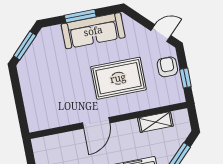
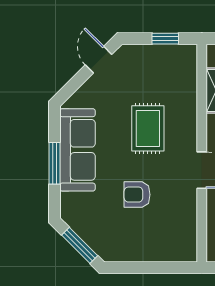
armchair: (167, 67) -> (137, 195), moved
rug: (118, 78) -> (148, 128), width x0.73, depth x0.70

